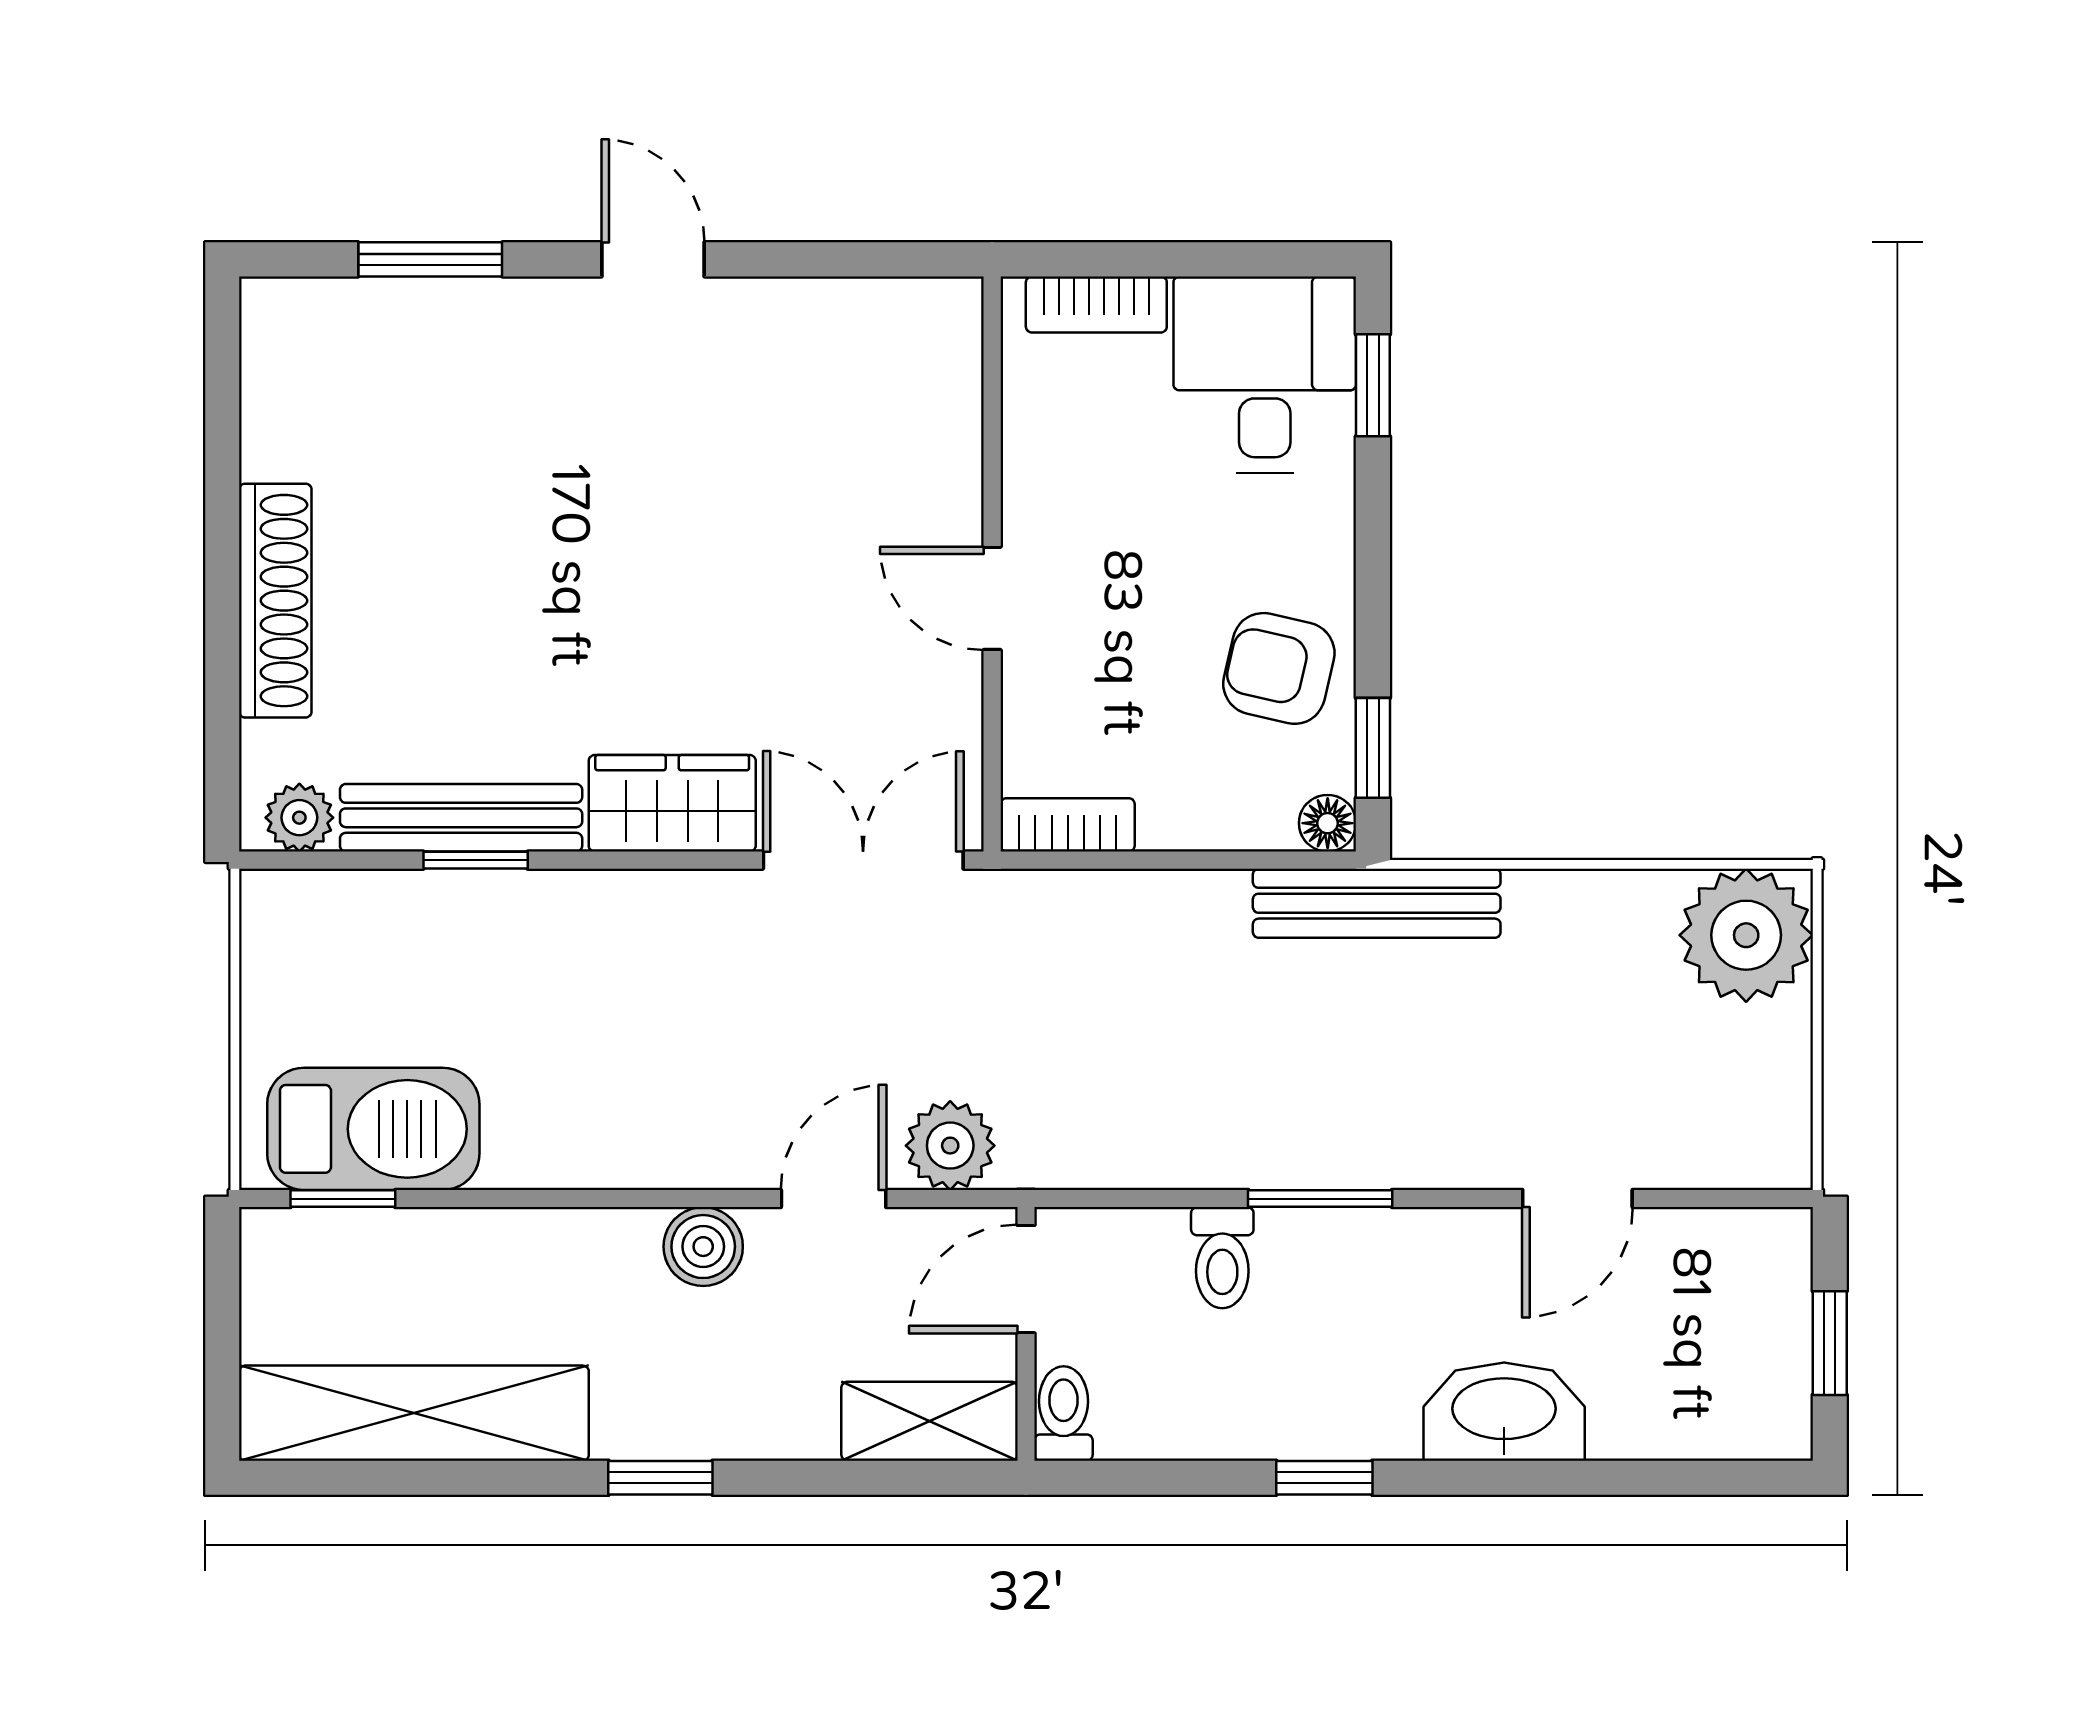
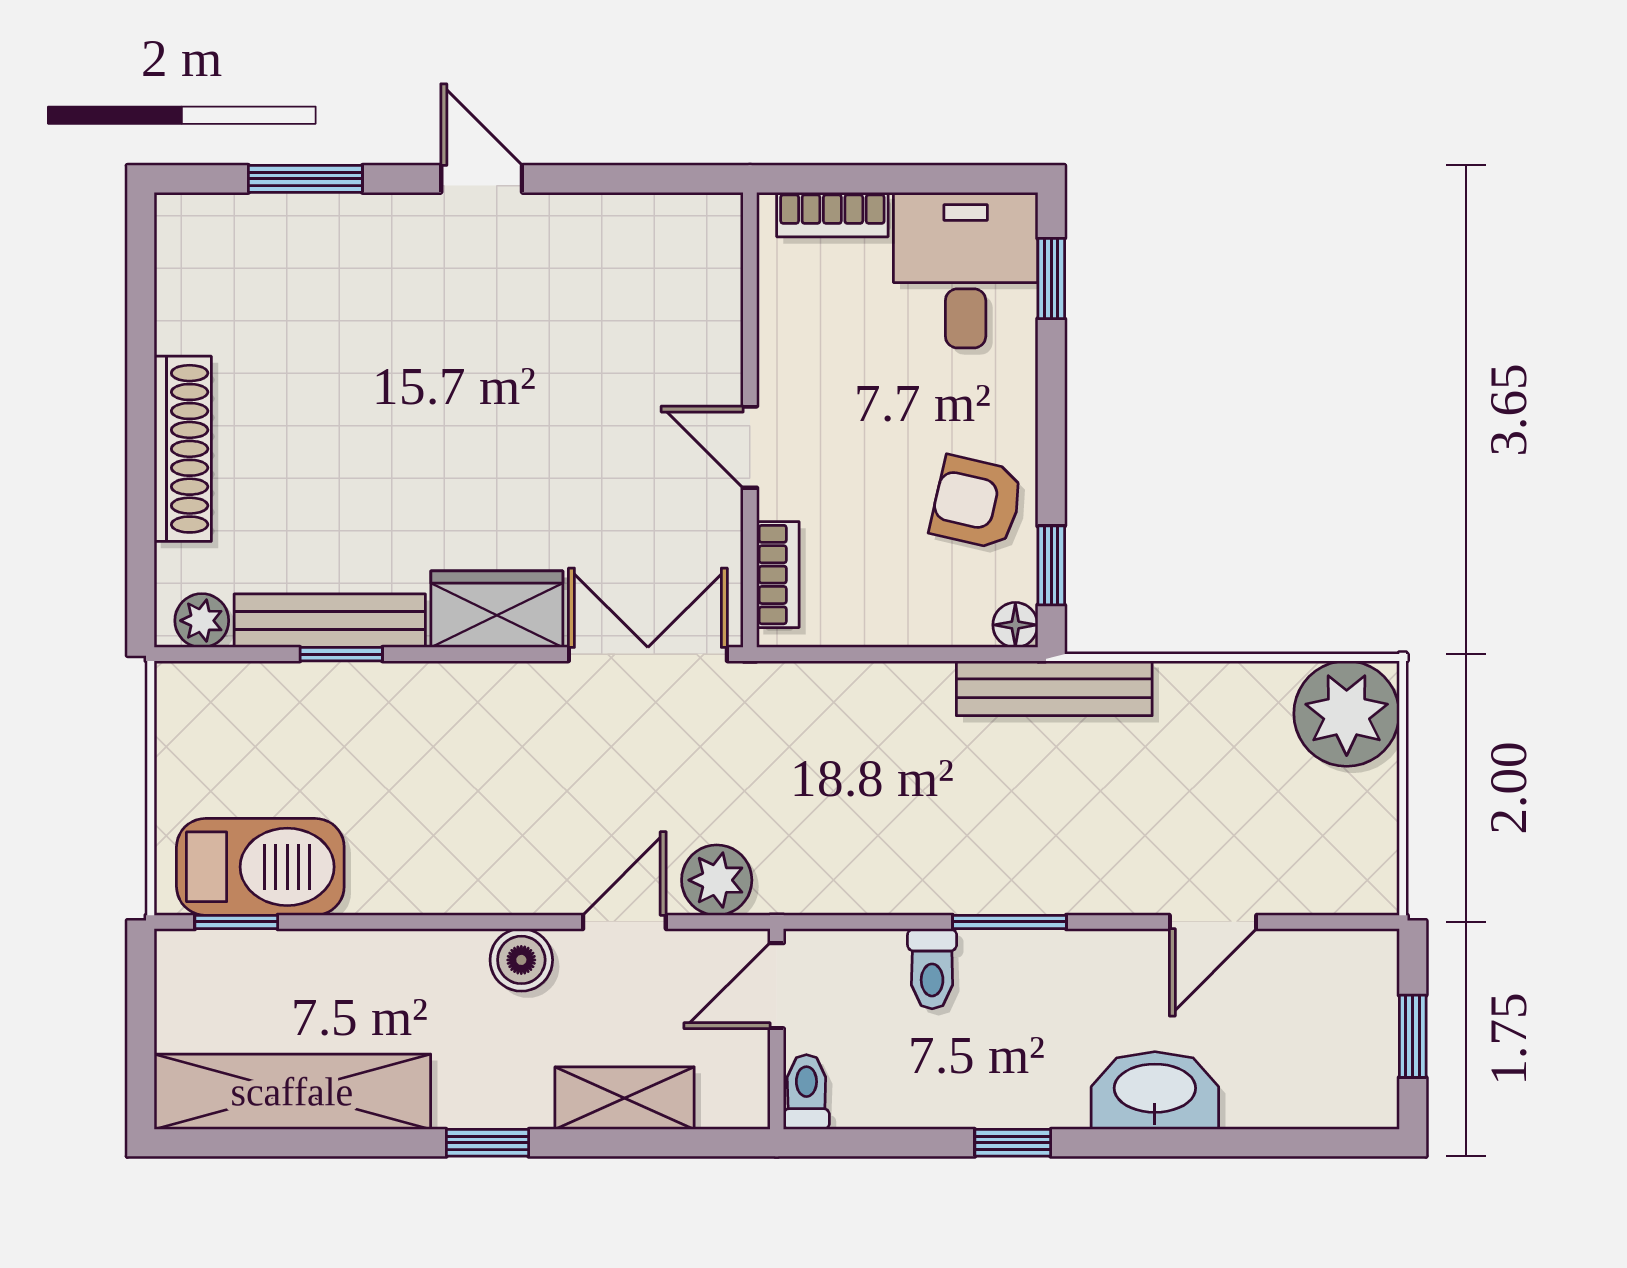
bookcase: (1068, 825) -> (778, 575), moved, turned 90
shelving: (929, 1421) -> (625, 1098), moved

